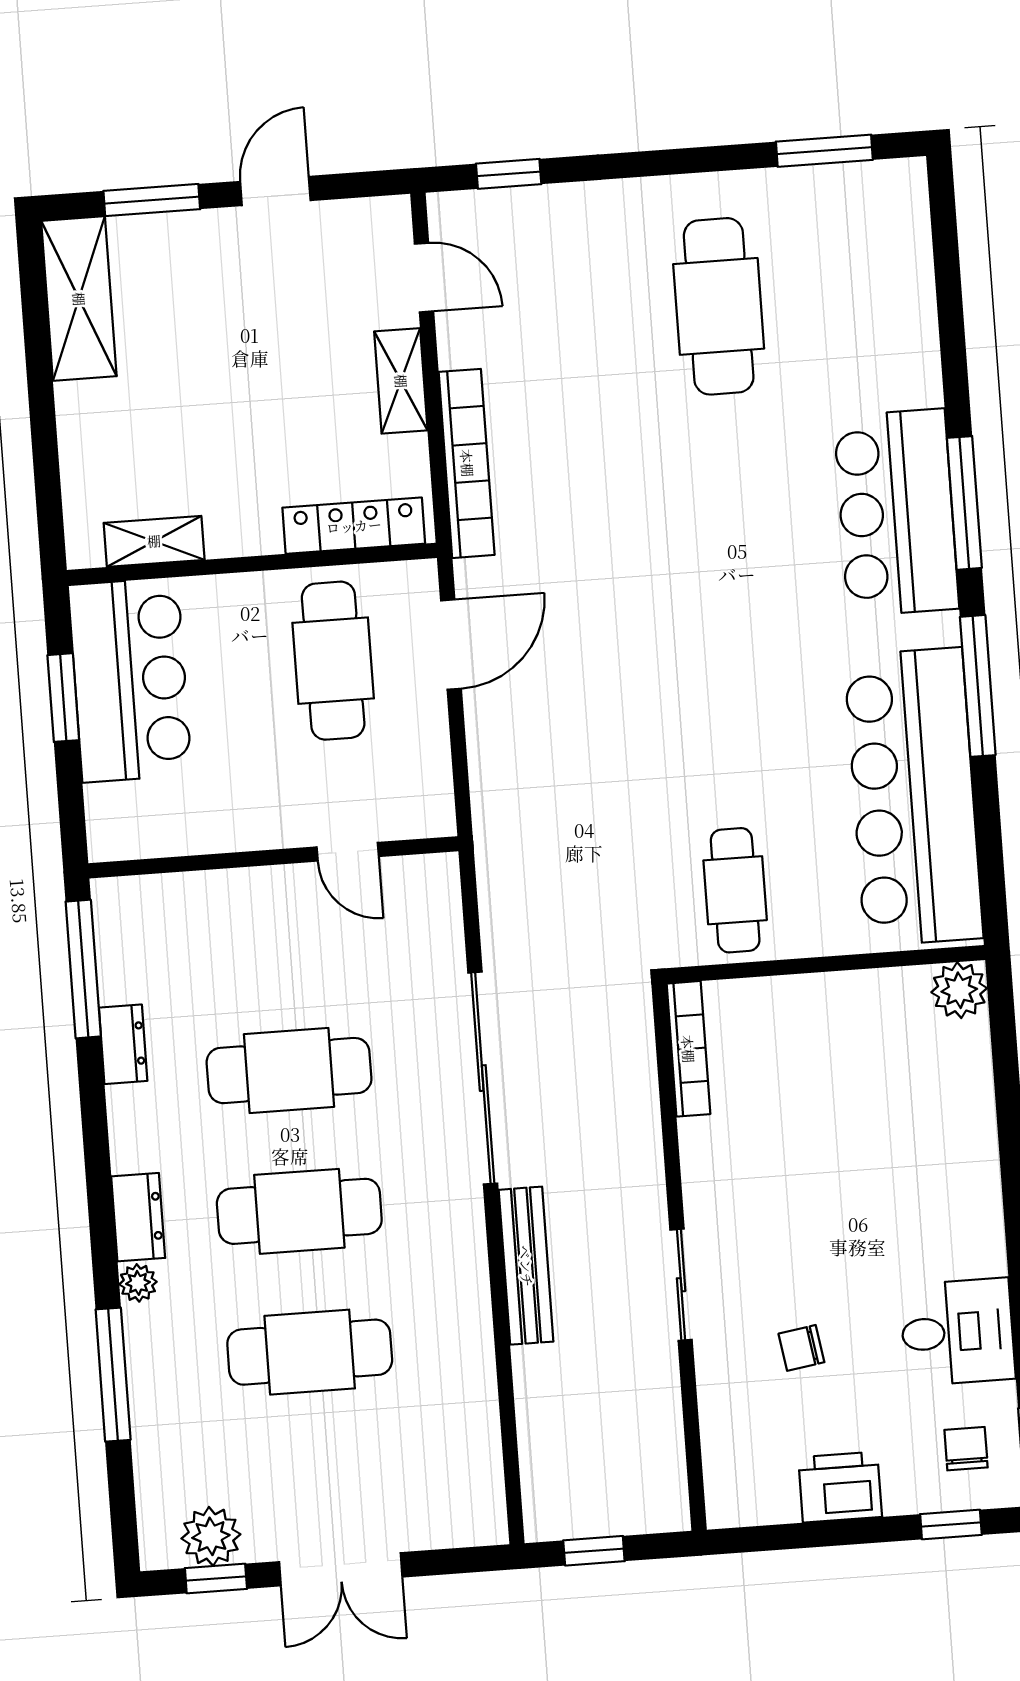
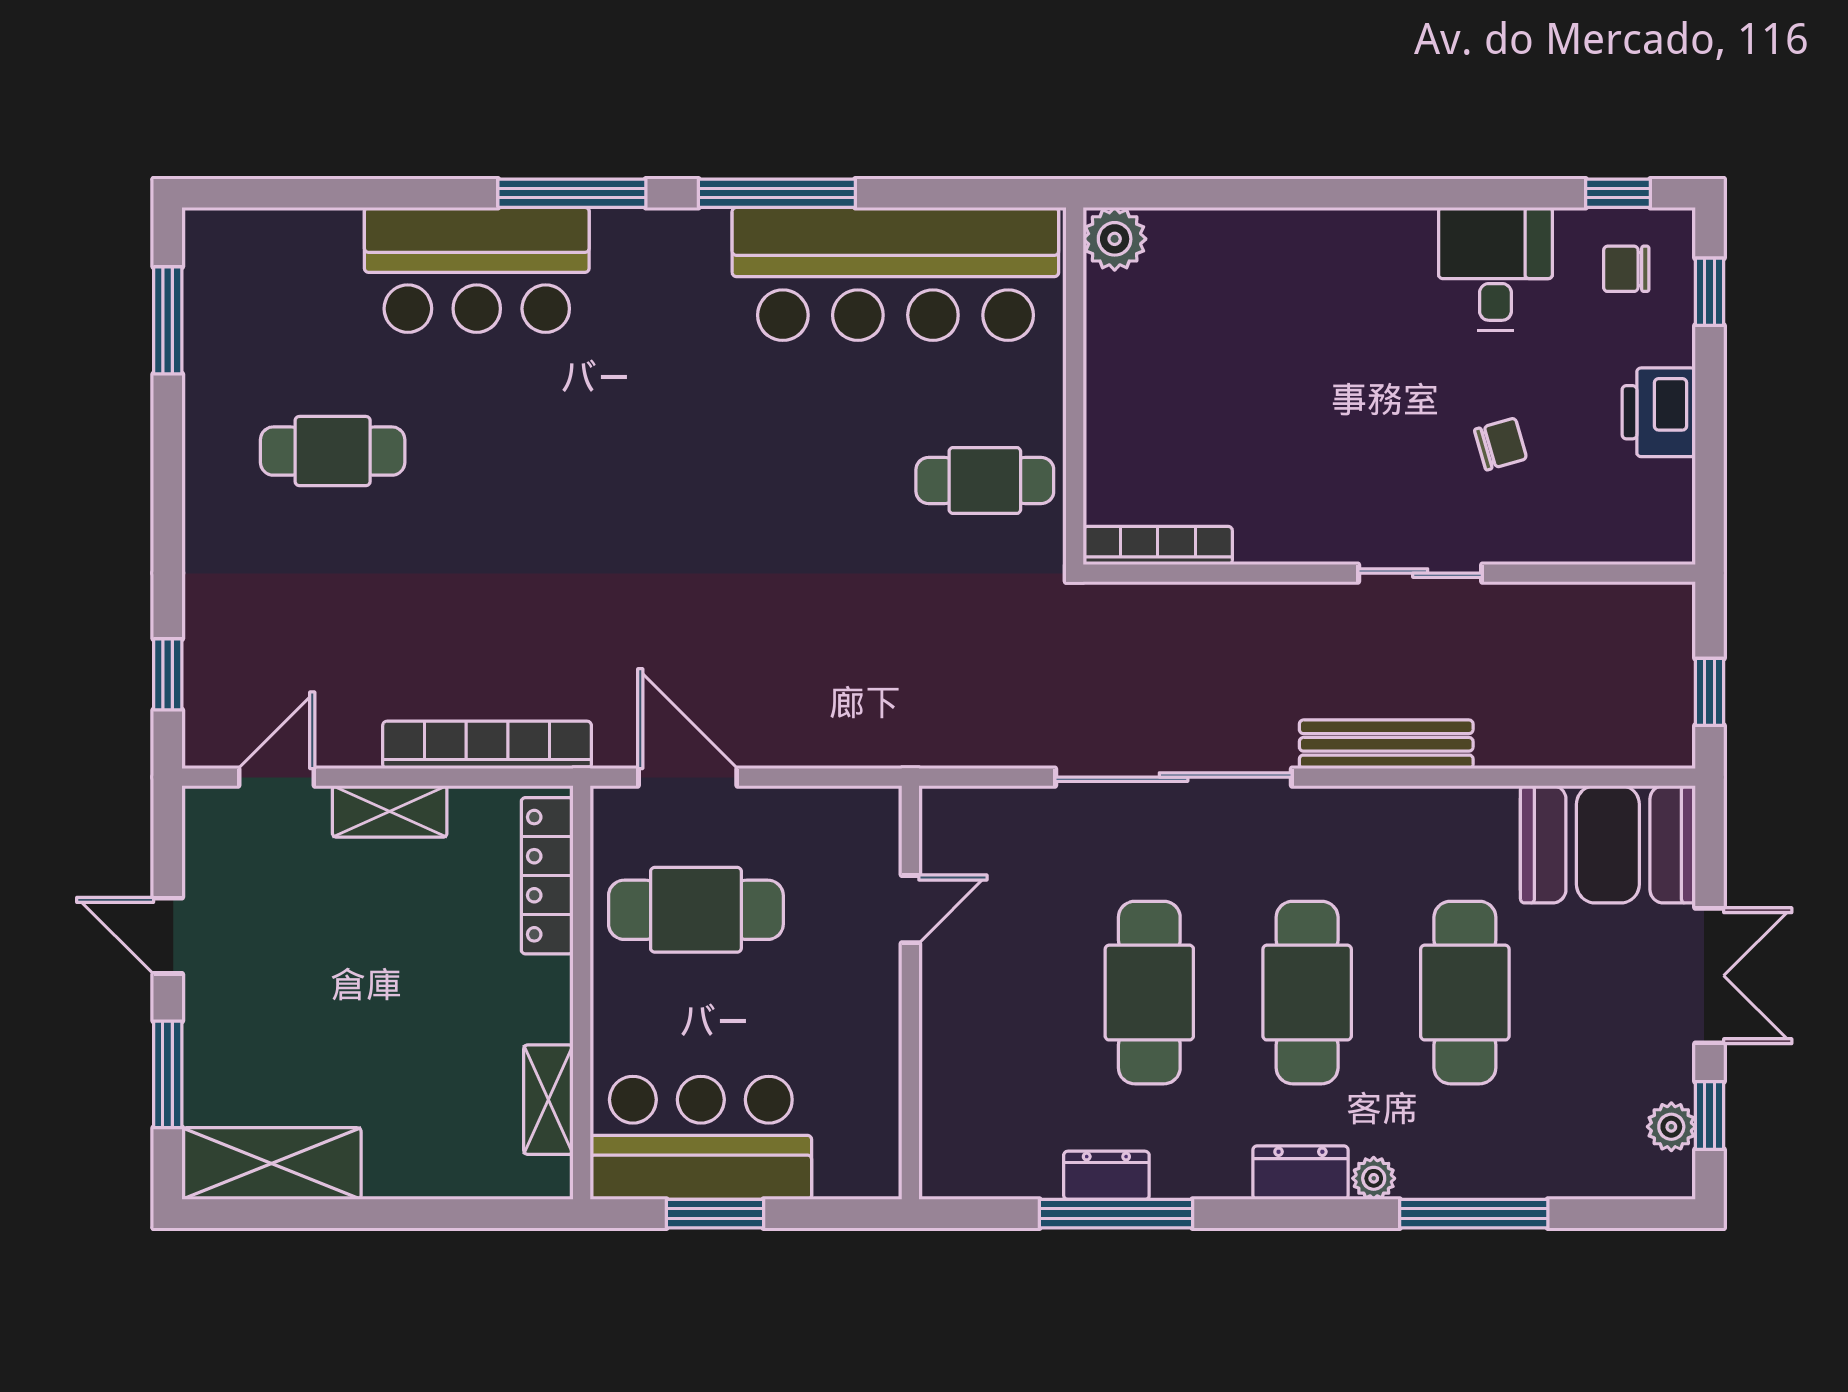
cafe table: (719, 306) -> (333, 451), width x0.73, depth x0.74
bar counter: (896, 513) -> (477, 270), moved
window: (83, 969) -> (1116, 1214), moved
chair: (801, 1348) -> (1501, 444), turned -97
booth: (451, 1470) -> (1608, 844), added
plant: (211, 1536) -> (1671, 1127), width x0.73, depth x0.73

